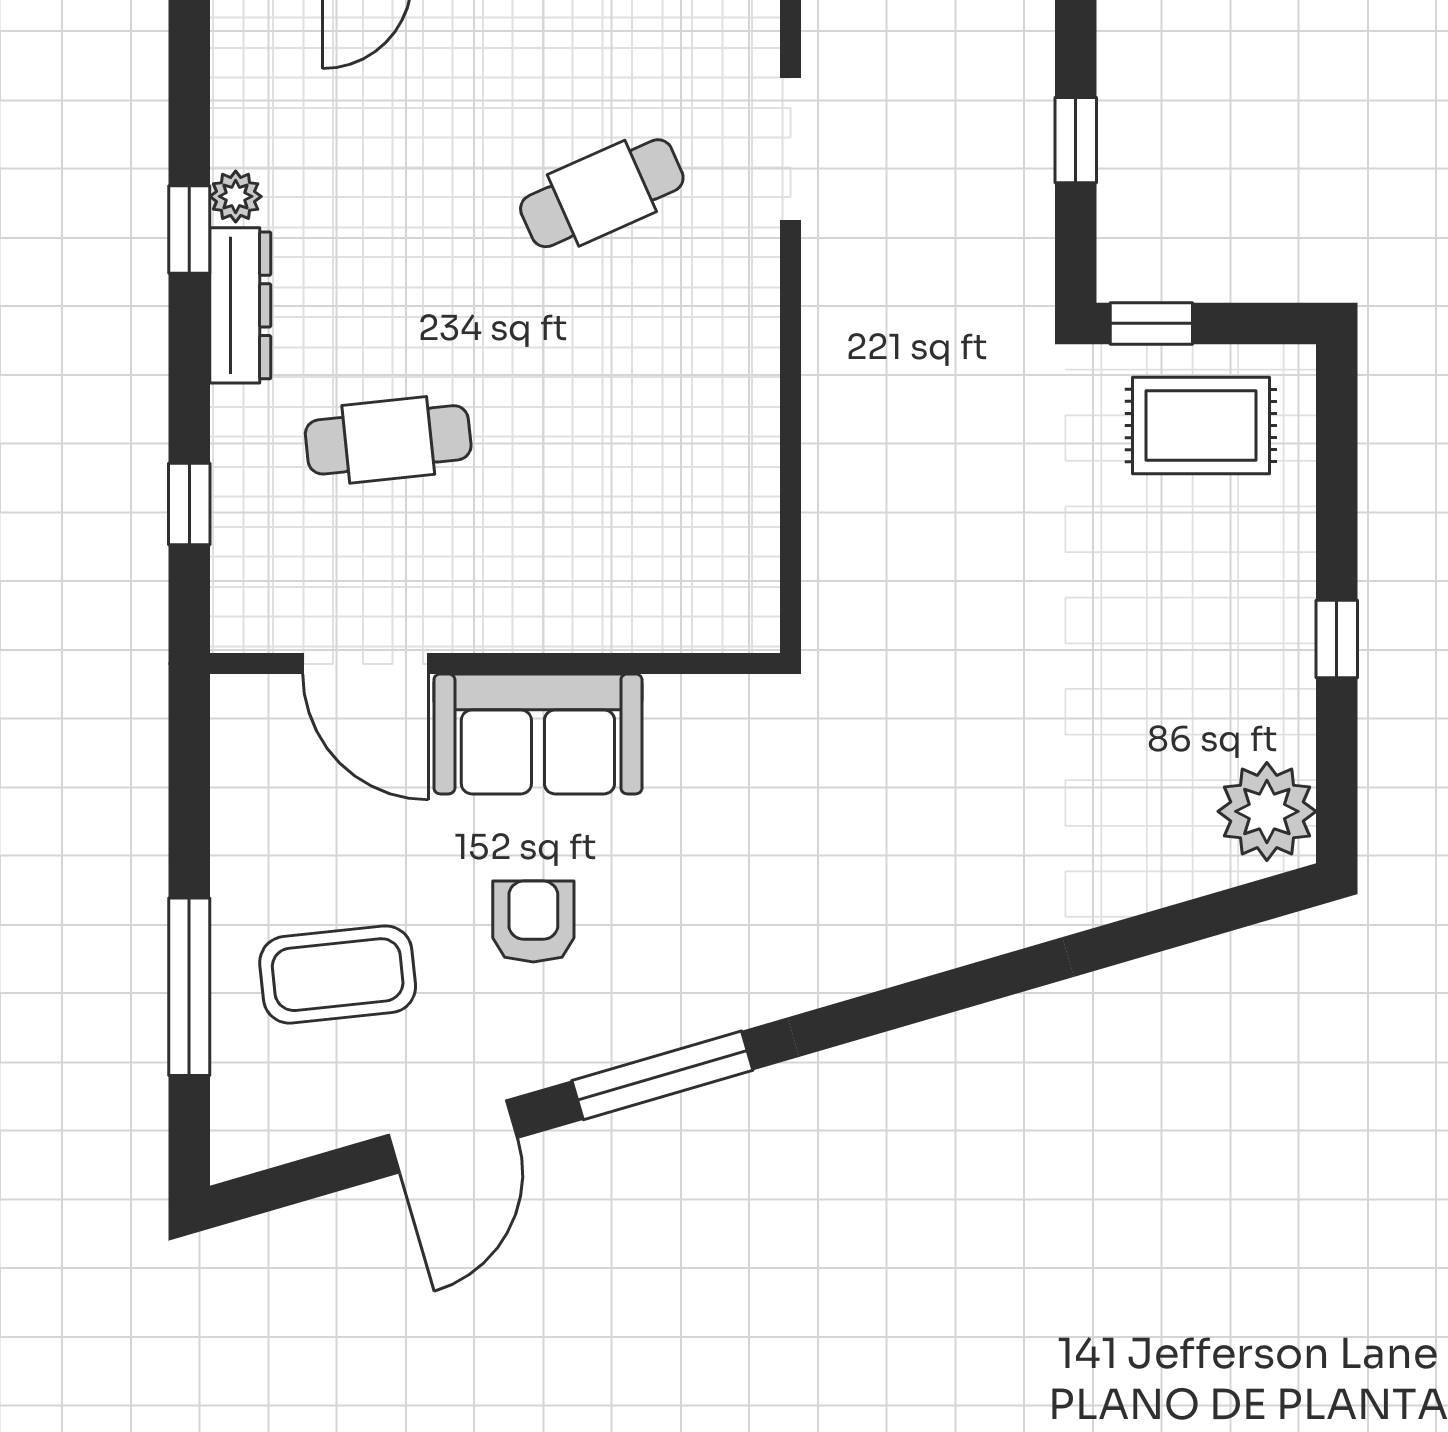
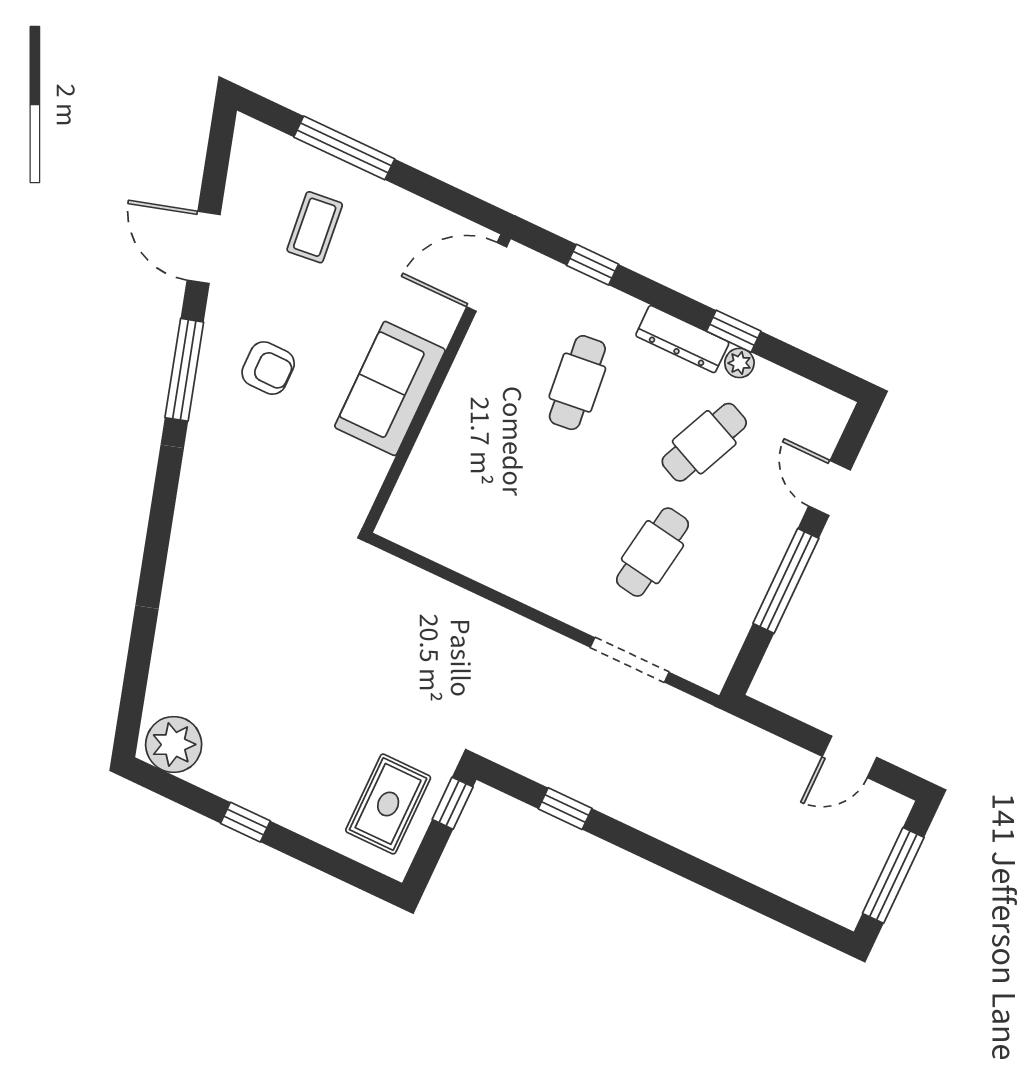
cafe table: (388, 193) -> (704, 442), added
cafe table: (602, 193) -> (652, 552), turned 33
door: (366, 664) -> (487, 277), moved
armchair: (533, 922) -> (268, 368), moved
coffee table: (338, 975) -> (315, 227), width x0.73, depth x0.77

